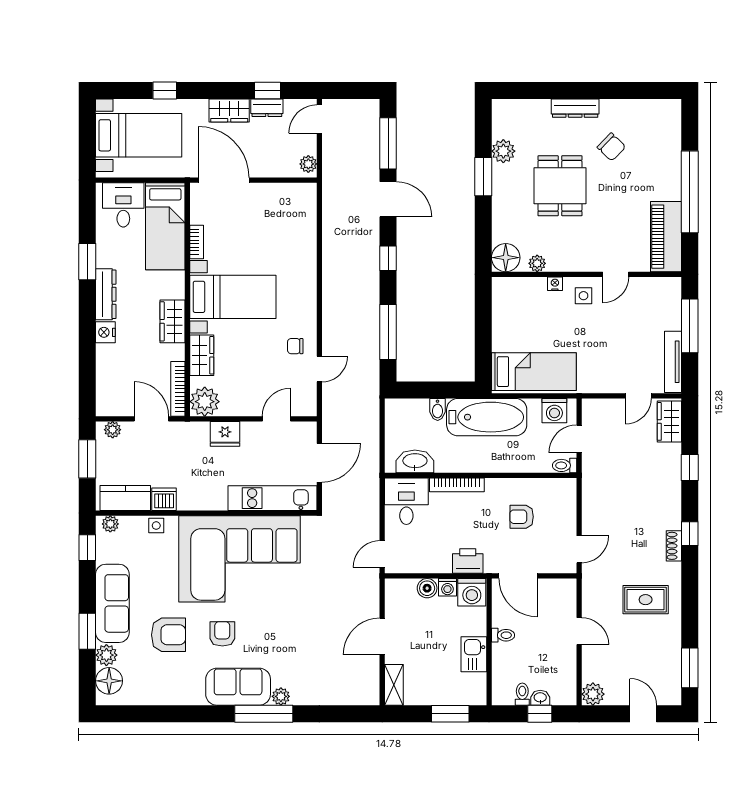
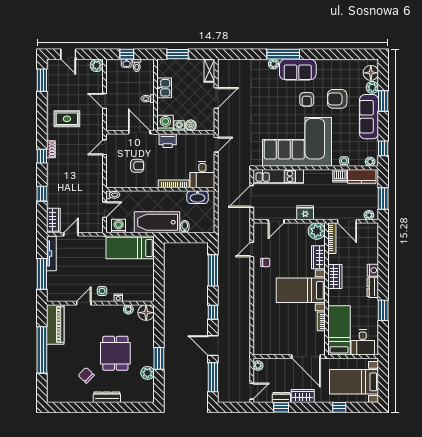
dresser: (106, 294) -> (373, 287), width x0.70

